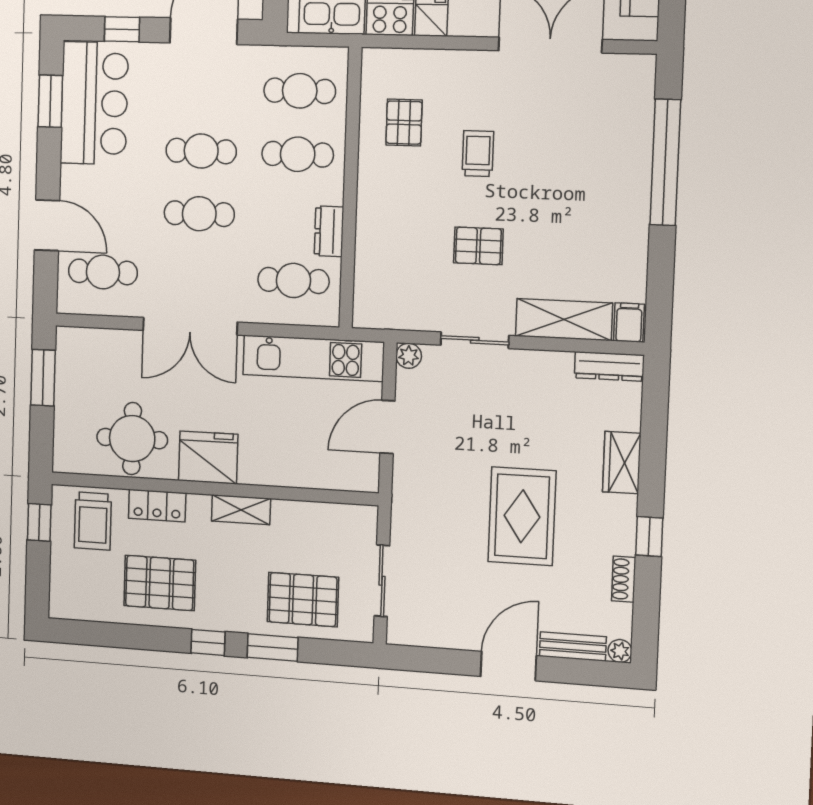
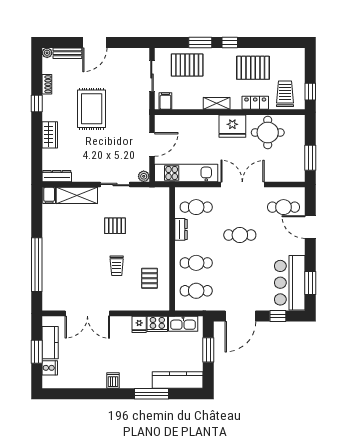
cafe table: (201, 151) -> (240, 263), removed
filing cabinet: (354, 523) -> (165, 101), added

